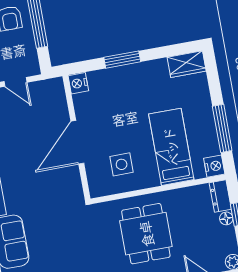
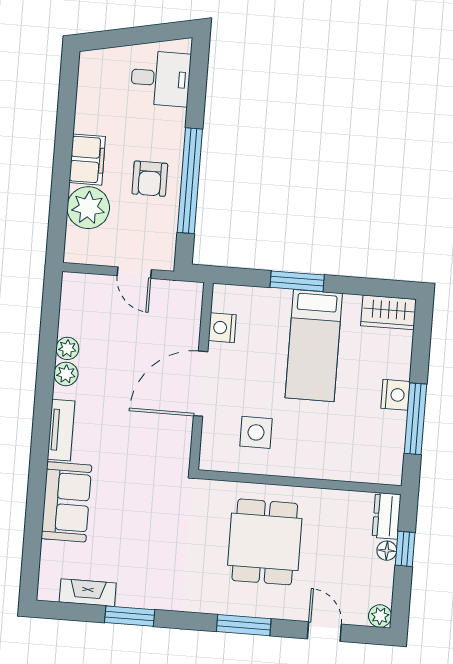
nightstand: (78, 83) -> (222, 328), moved
bed: (171, 147) -> (314, 346), moved, turned 180
nightstand: (214, 166) -> (395, 395), moved

